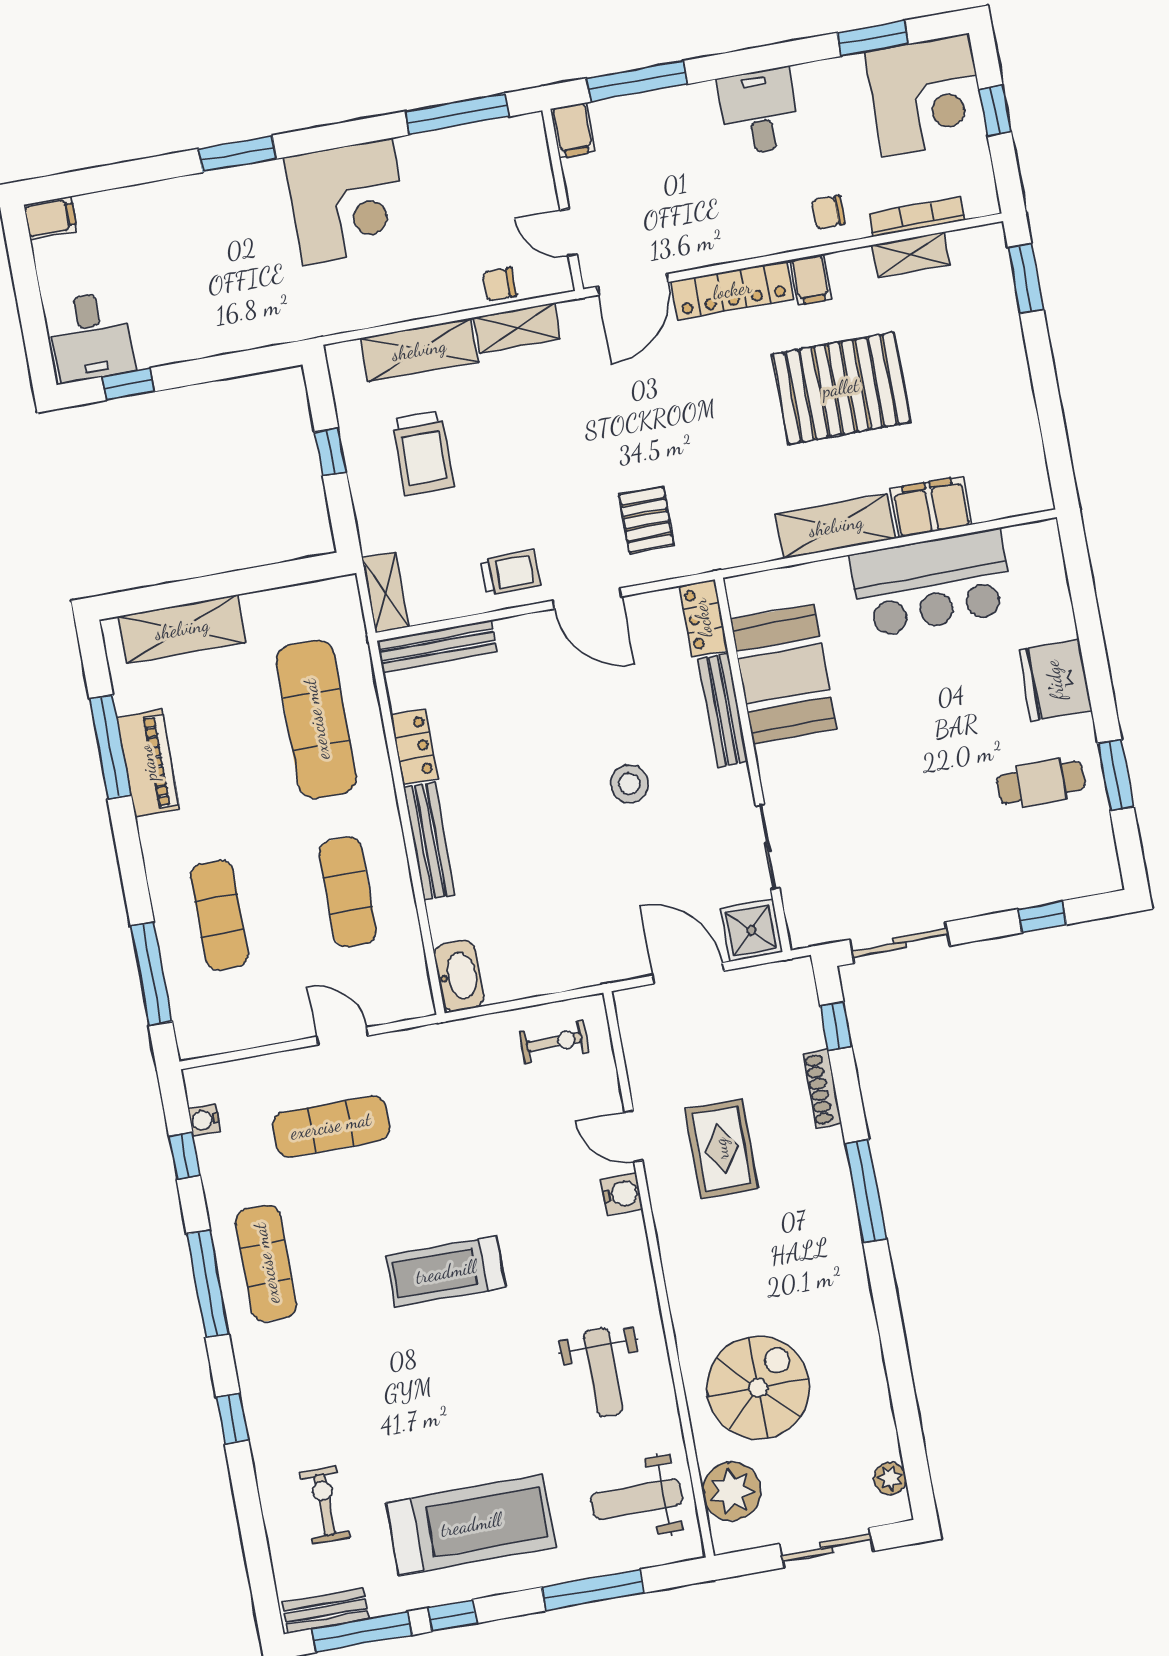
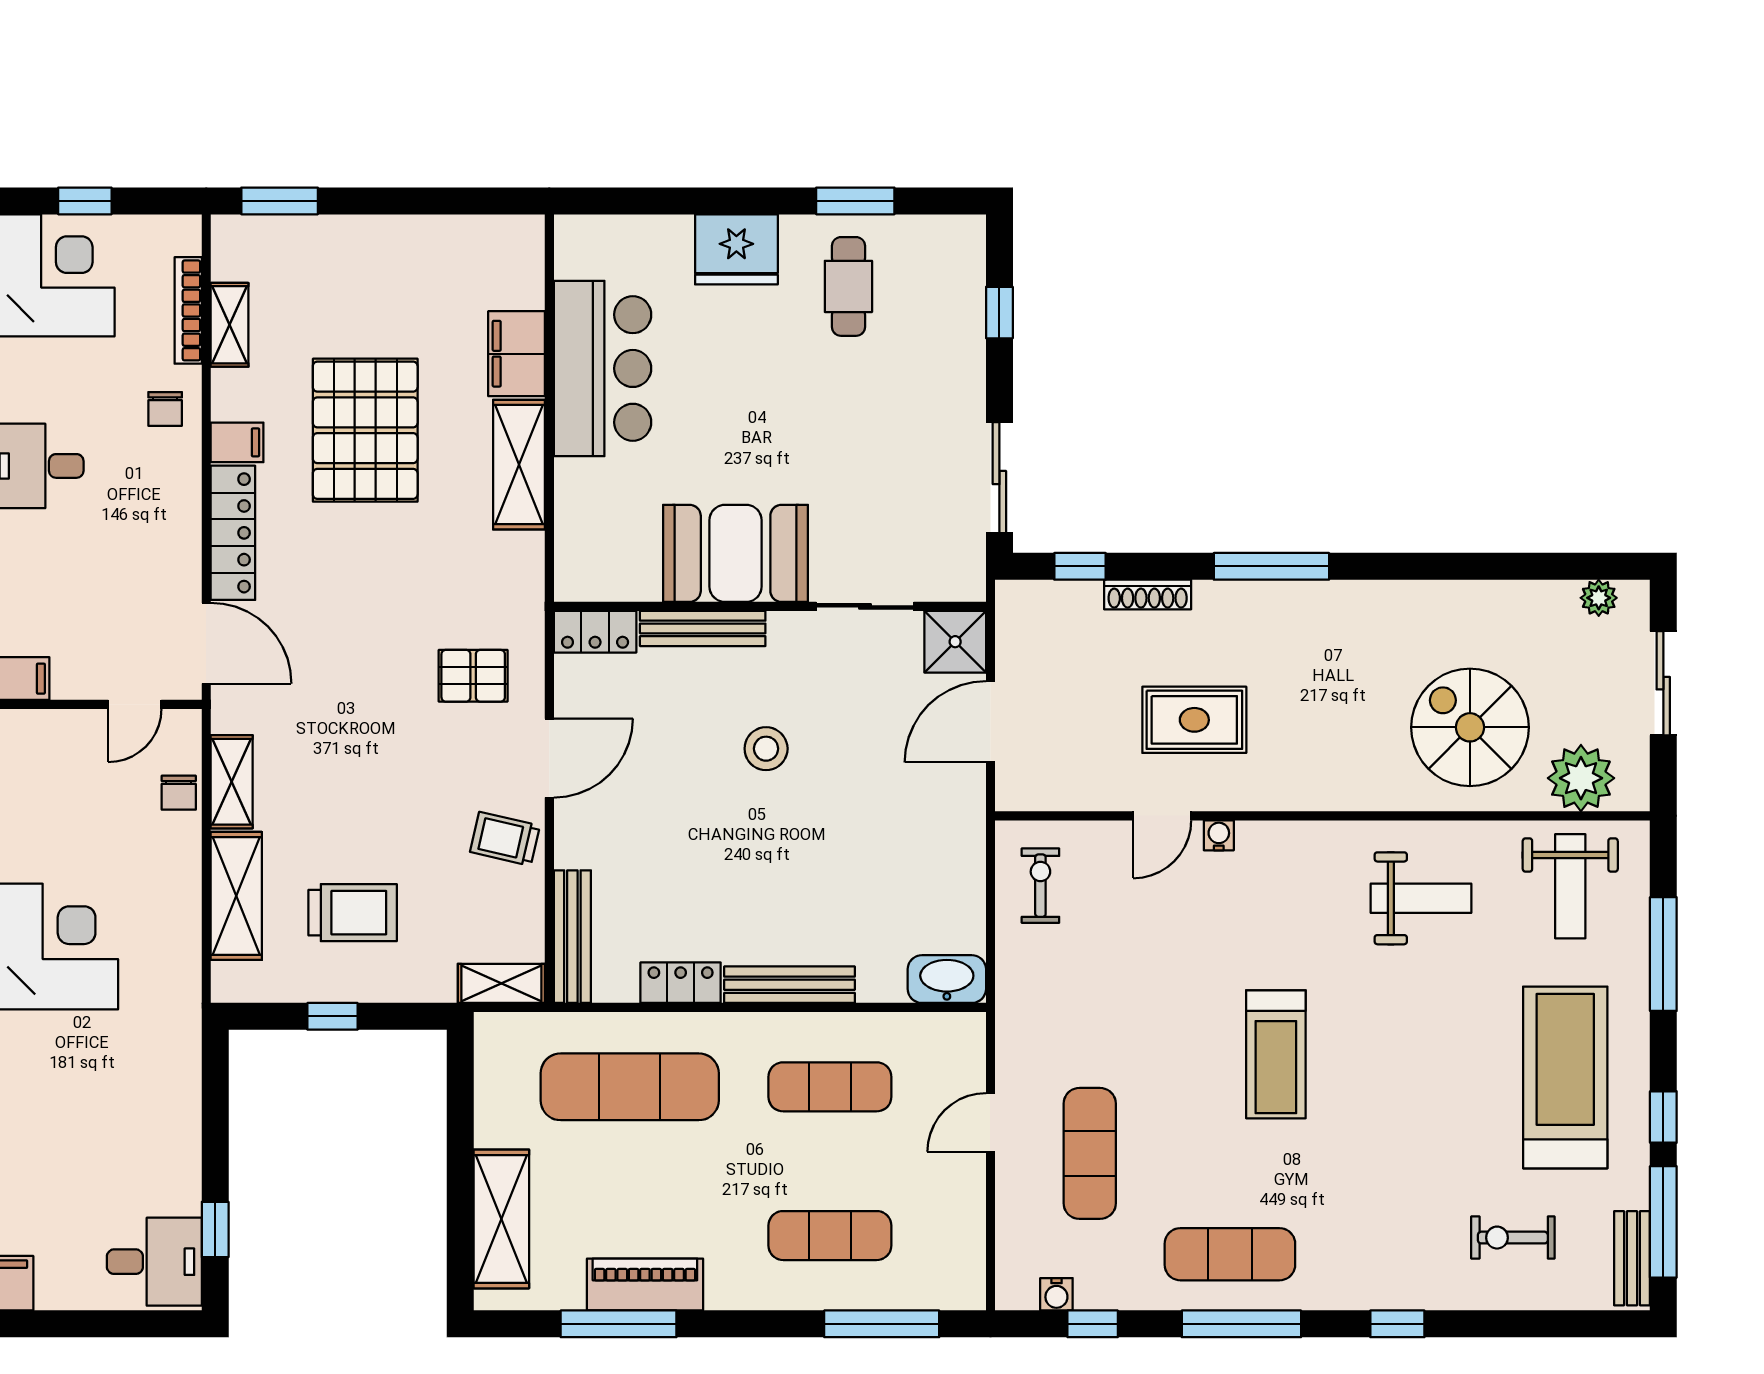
trolley: (511, 573) -> (505, 839), turned -77
booth: (783, 674) -> (736, 553), moved
water cooler: (622, 1194) -> (1219, 835), width x0.72, depth x0.72

